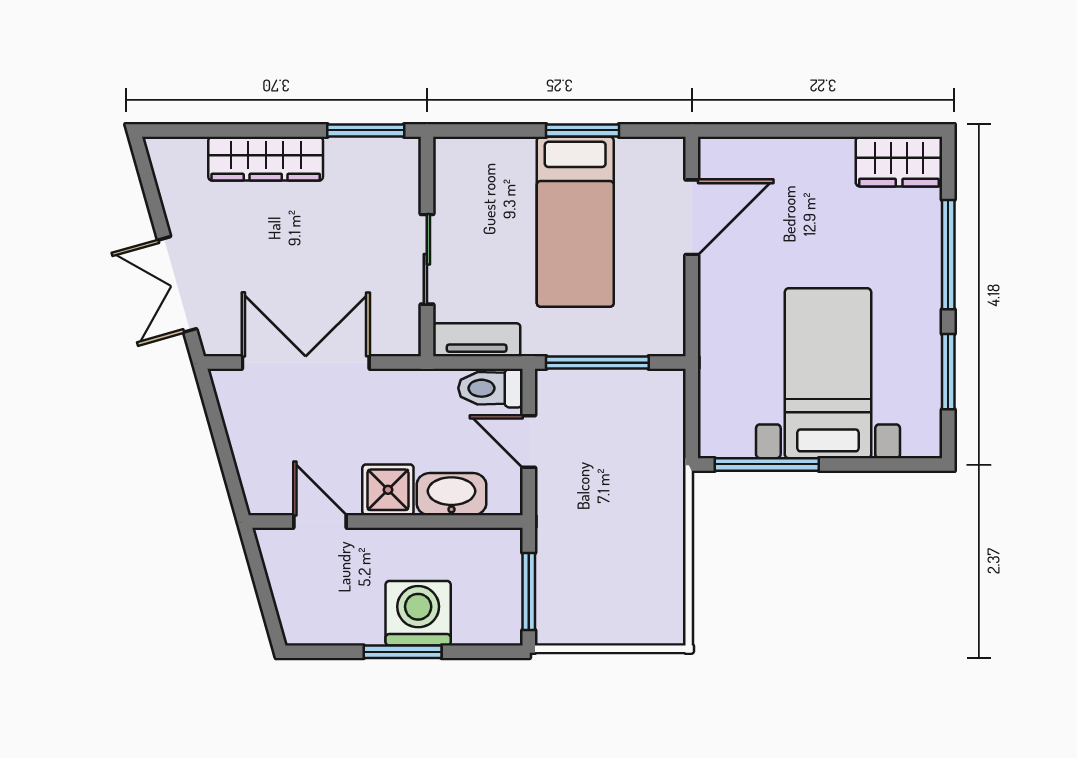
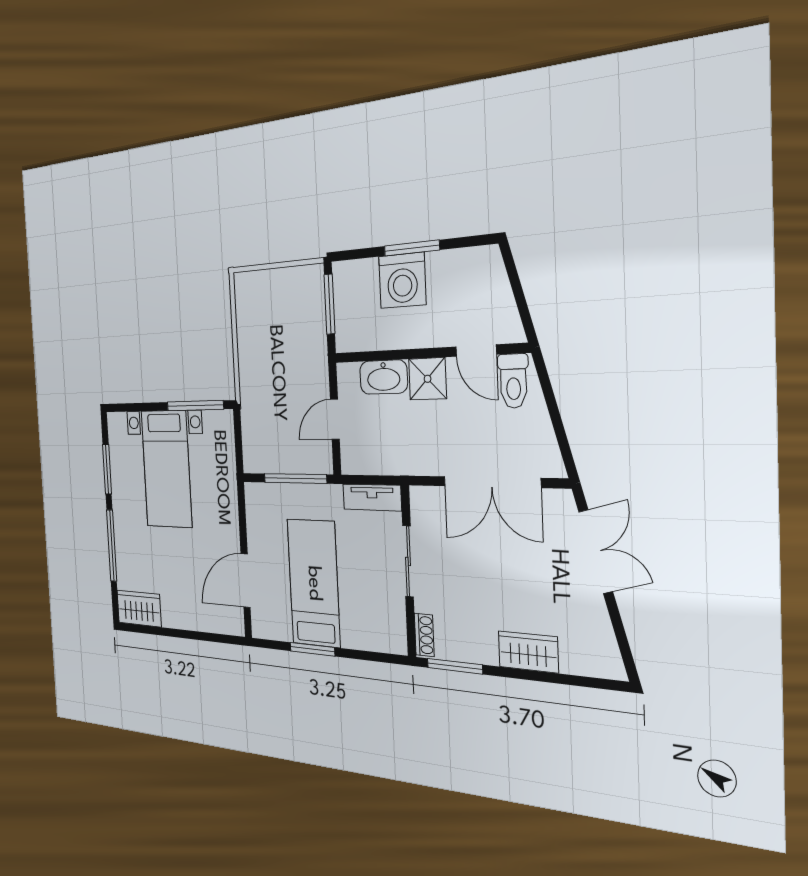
wardrobe: (266, 159) -> (528, 652), width x0.67
shoe rack: (408, 166) -> (424, 635), added
toilet: (491, 388) -> (513, 381), moved, turned 90
door: (529, 441) -> (335, 419), swing flipped

